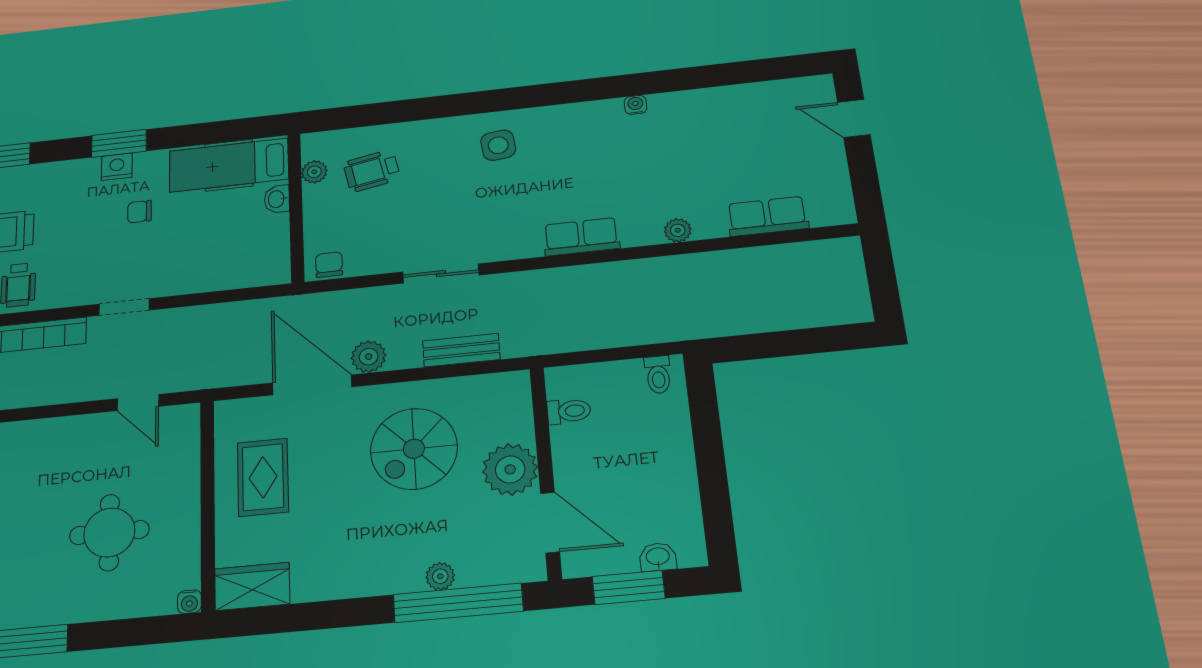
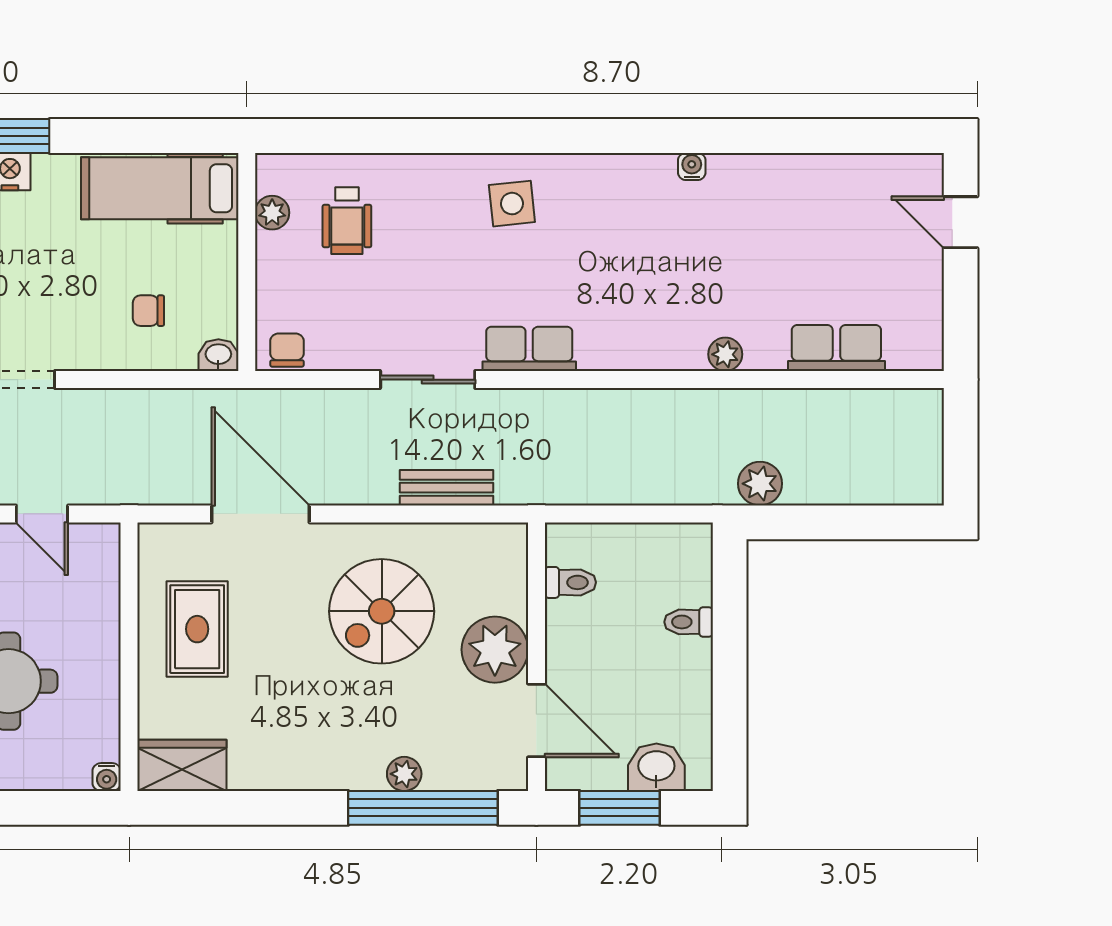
wheelchair: (372, 171) -> (347, 221), turned -79
washbasin: (277, 199) -> (218, 355), moved, turned 90
chair: (140, 212) -> (148, 311), moved
row of seats: (581, 237) -> (529, 349), moved
plant: (369, 357) -> (760, 484), moved
toilet: (658, 375) -> (689, 622), moved, turned 90
washbasin: (658, 557) -> (656, 767), width x1.38, depth x1.45

